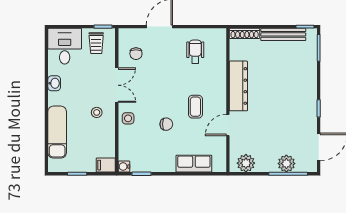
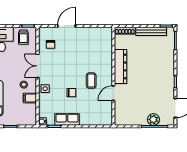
wheelchair: (195, 52) -> (91, 43), removed
double door: (117, 85) -> (37, 66), swing flipped
plant: (246, 163) -> (126, 119), removed
row of seats: (194, 164) -> (67, 120), moved
filing cabinet: (106, 165) -> (30, 98), moved

